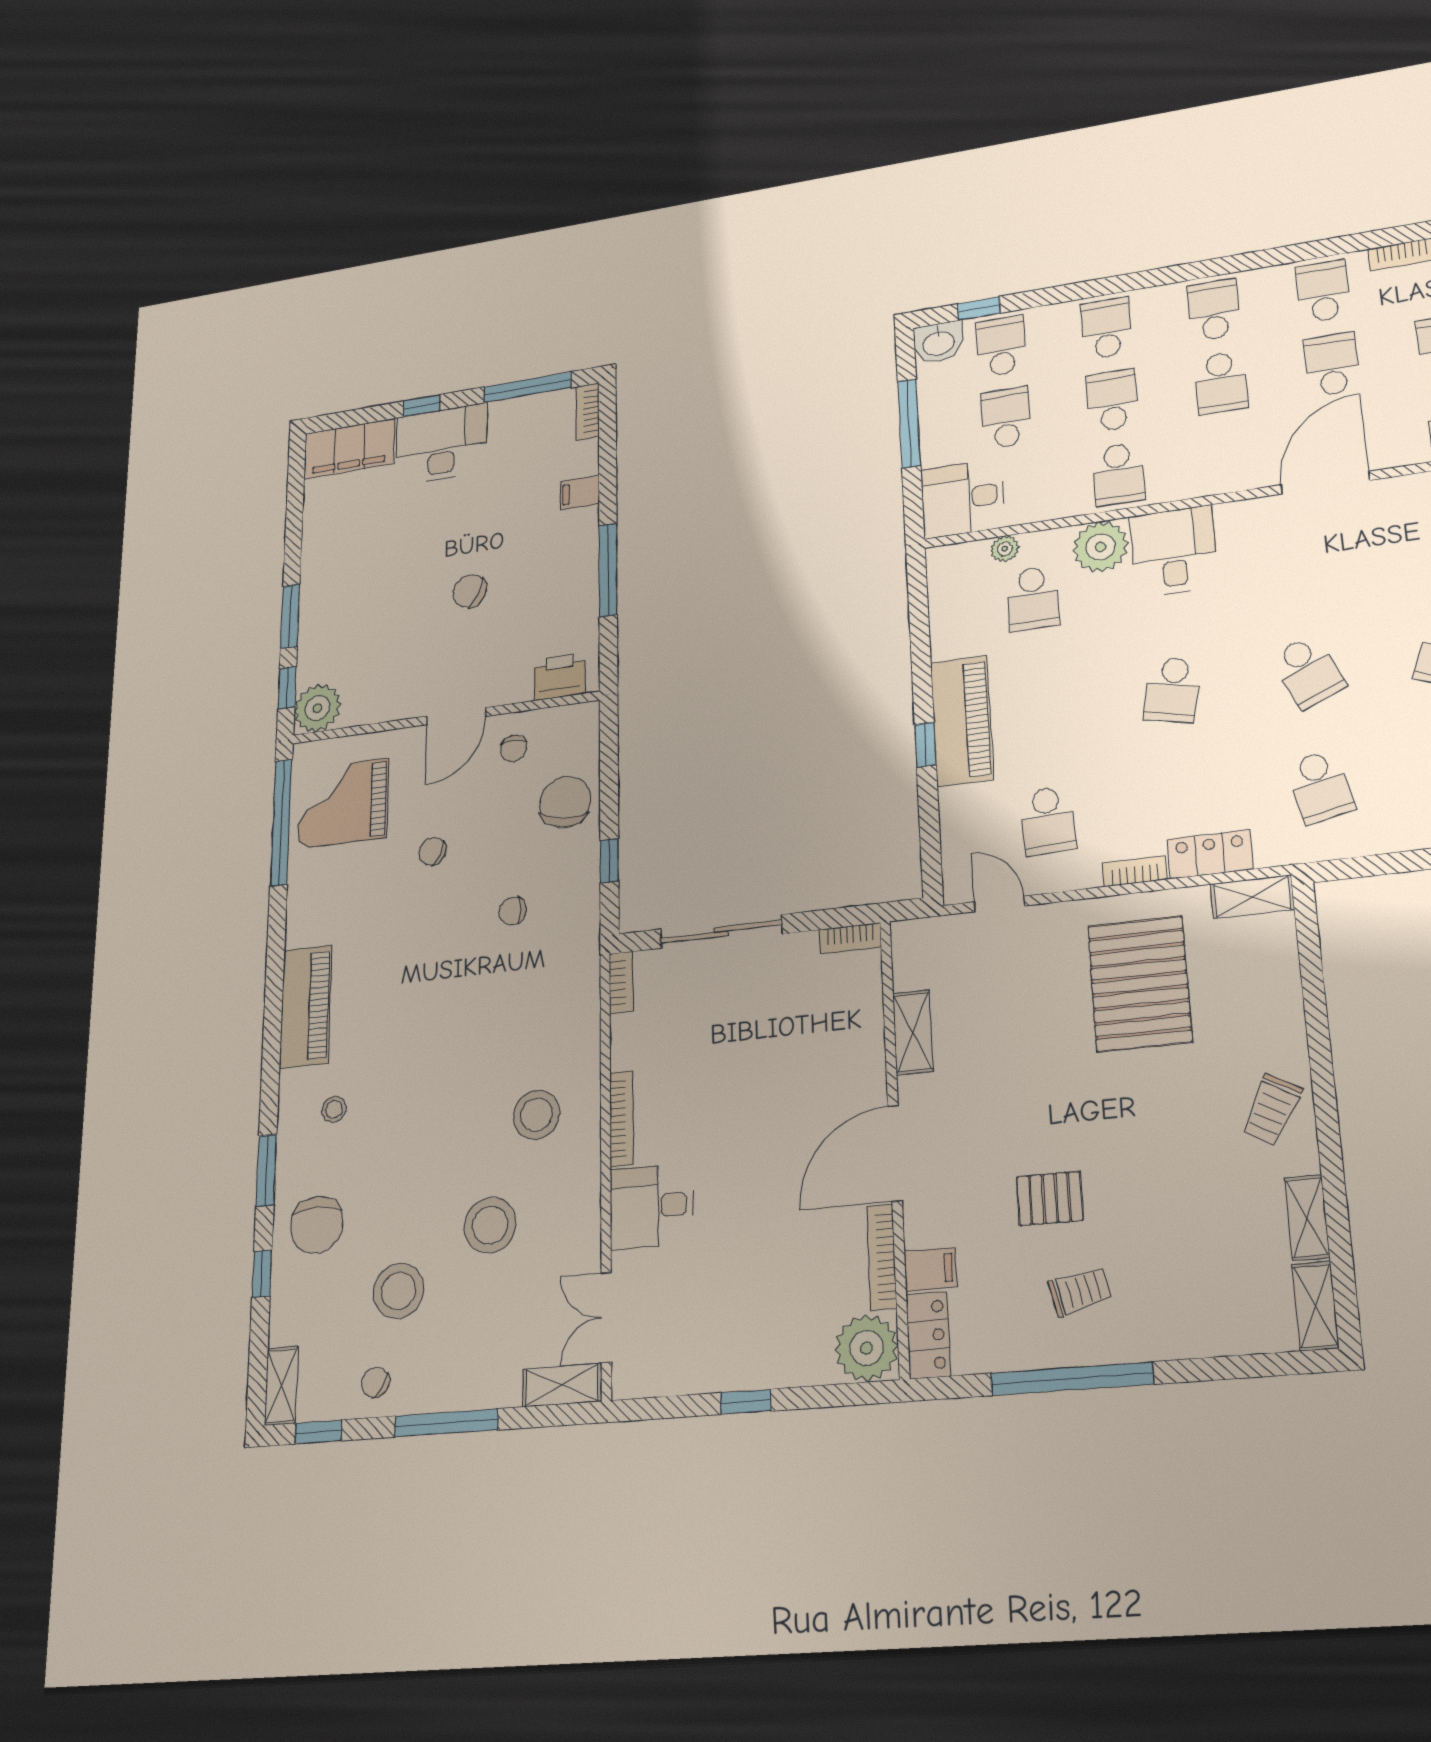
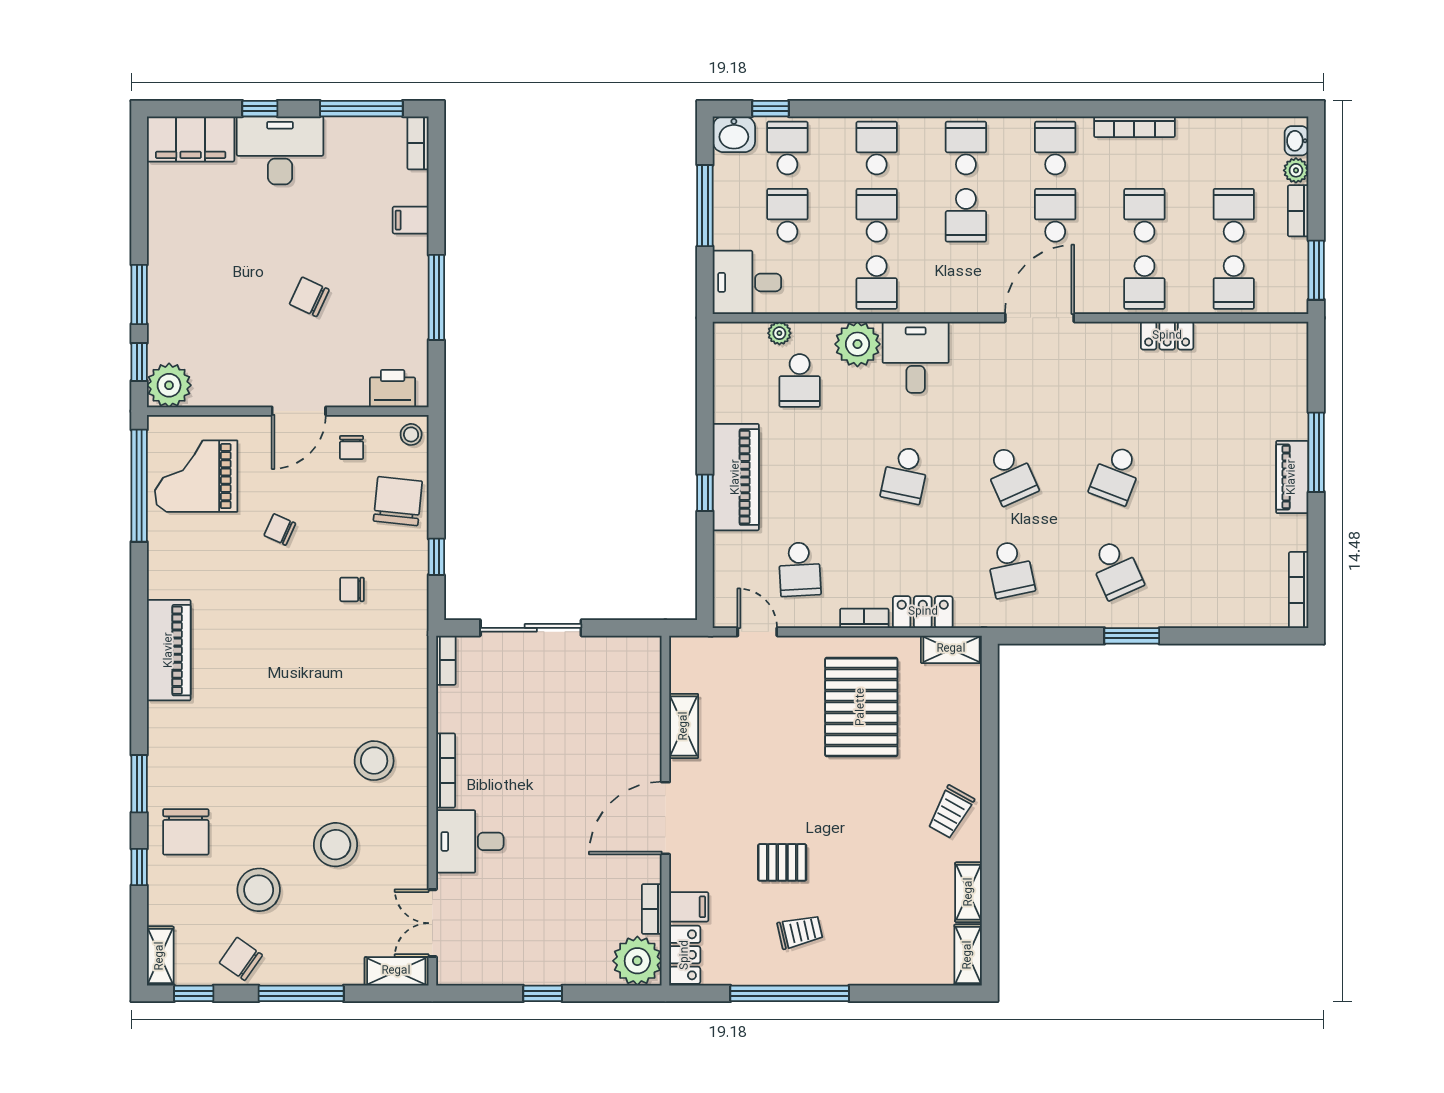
bookcase: (850, 938) -> (637, 645), removed
stool: (334, 1109) -> (411, 434), moved
bookcase: (882, 1257) -> (652, 909), width x0.64
chair: (375, 1382) -> (241, 959), width x1.37, depth x1.37

